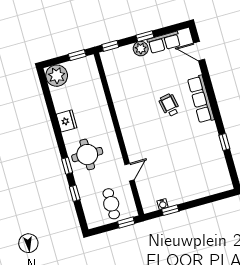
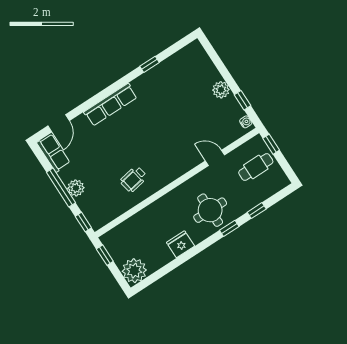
window: (145, 36) -> (61, 188), width x2.17
row of seats: (164, 42) -> (53, 153), moved
wheelchair: (169, 105) -> (134, 179), moved
plant: (185, 195) -> (221, 90), added
water cooler: (163, 204) -> (246, 122), moved

